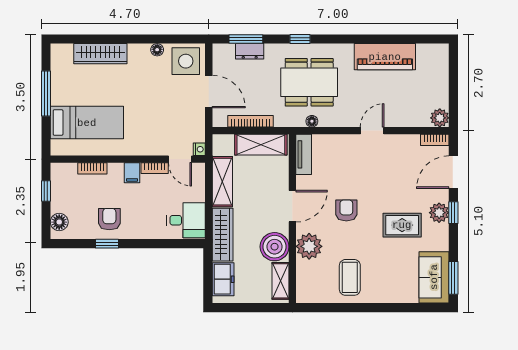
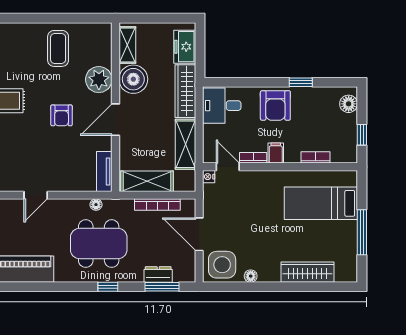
armchair: (109, 219) -> (275, 105), moved, width x1.38, depth x1.38

